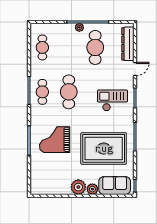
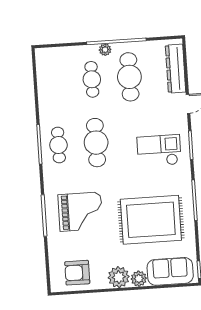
cafe table: (42, 47) -> (92, 79), moved
grand piano: (55, 140) -> (80, 212), turned 180
armchair: (50, 182) -> (77, 273), added

